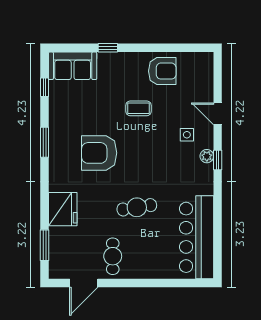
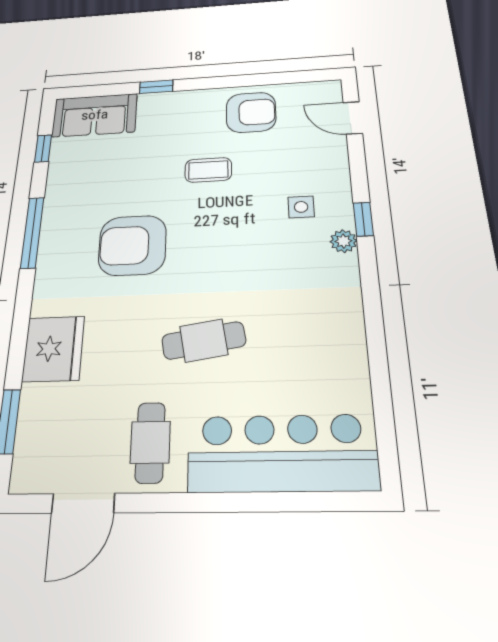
door: (218, 114) -> (353, 118), moved
window: (44, 142) -> (32, 232), width x1.44
window: (218, 160) -> (363, 219), moved
bar counter: (197, 237) -> (282, 453), moved, turned 90

